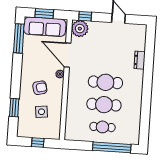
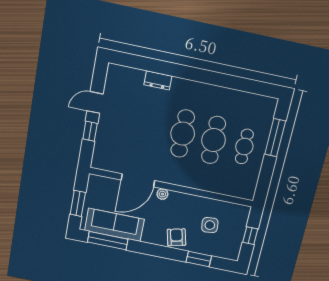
window: (85, 16) -> (90, 131), moved
sofa: (45, 27) -> (114, 225), moved, turned -90
plant: (80, 29) -> (103, 159), removed
armchair: (40, 88) -> (176, 237), moved
window: (112, 147) -> (275, 138), width x0.68

